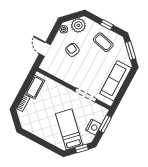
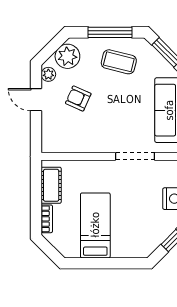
window: (107, 25) -> (110, 32), width x2.17
door: (45, 49) -> (36, 100), moved
bed: (69, 129) -> (95, 225), moved, turned 45

